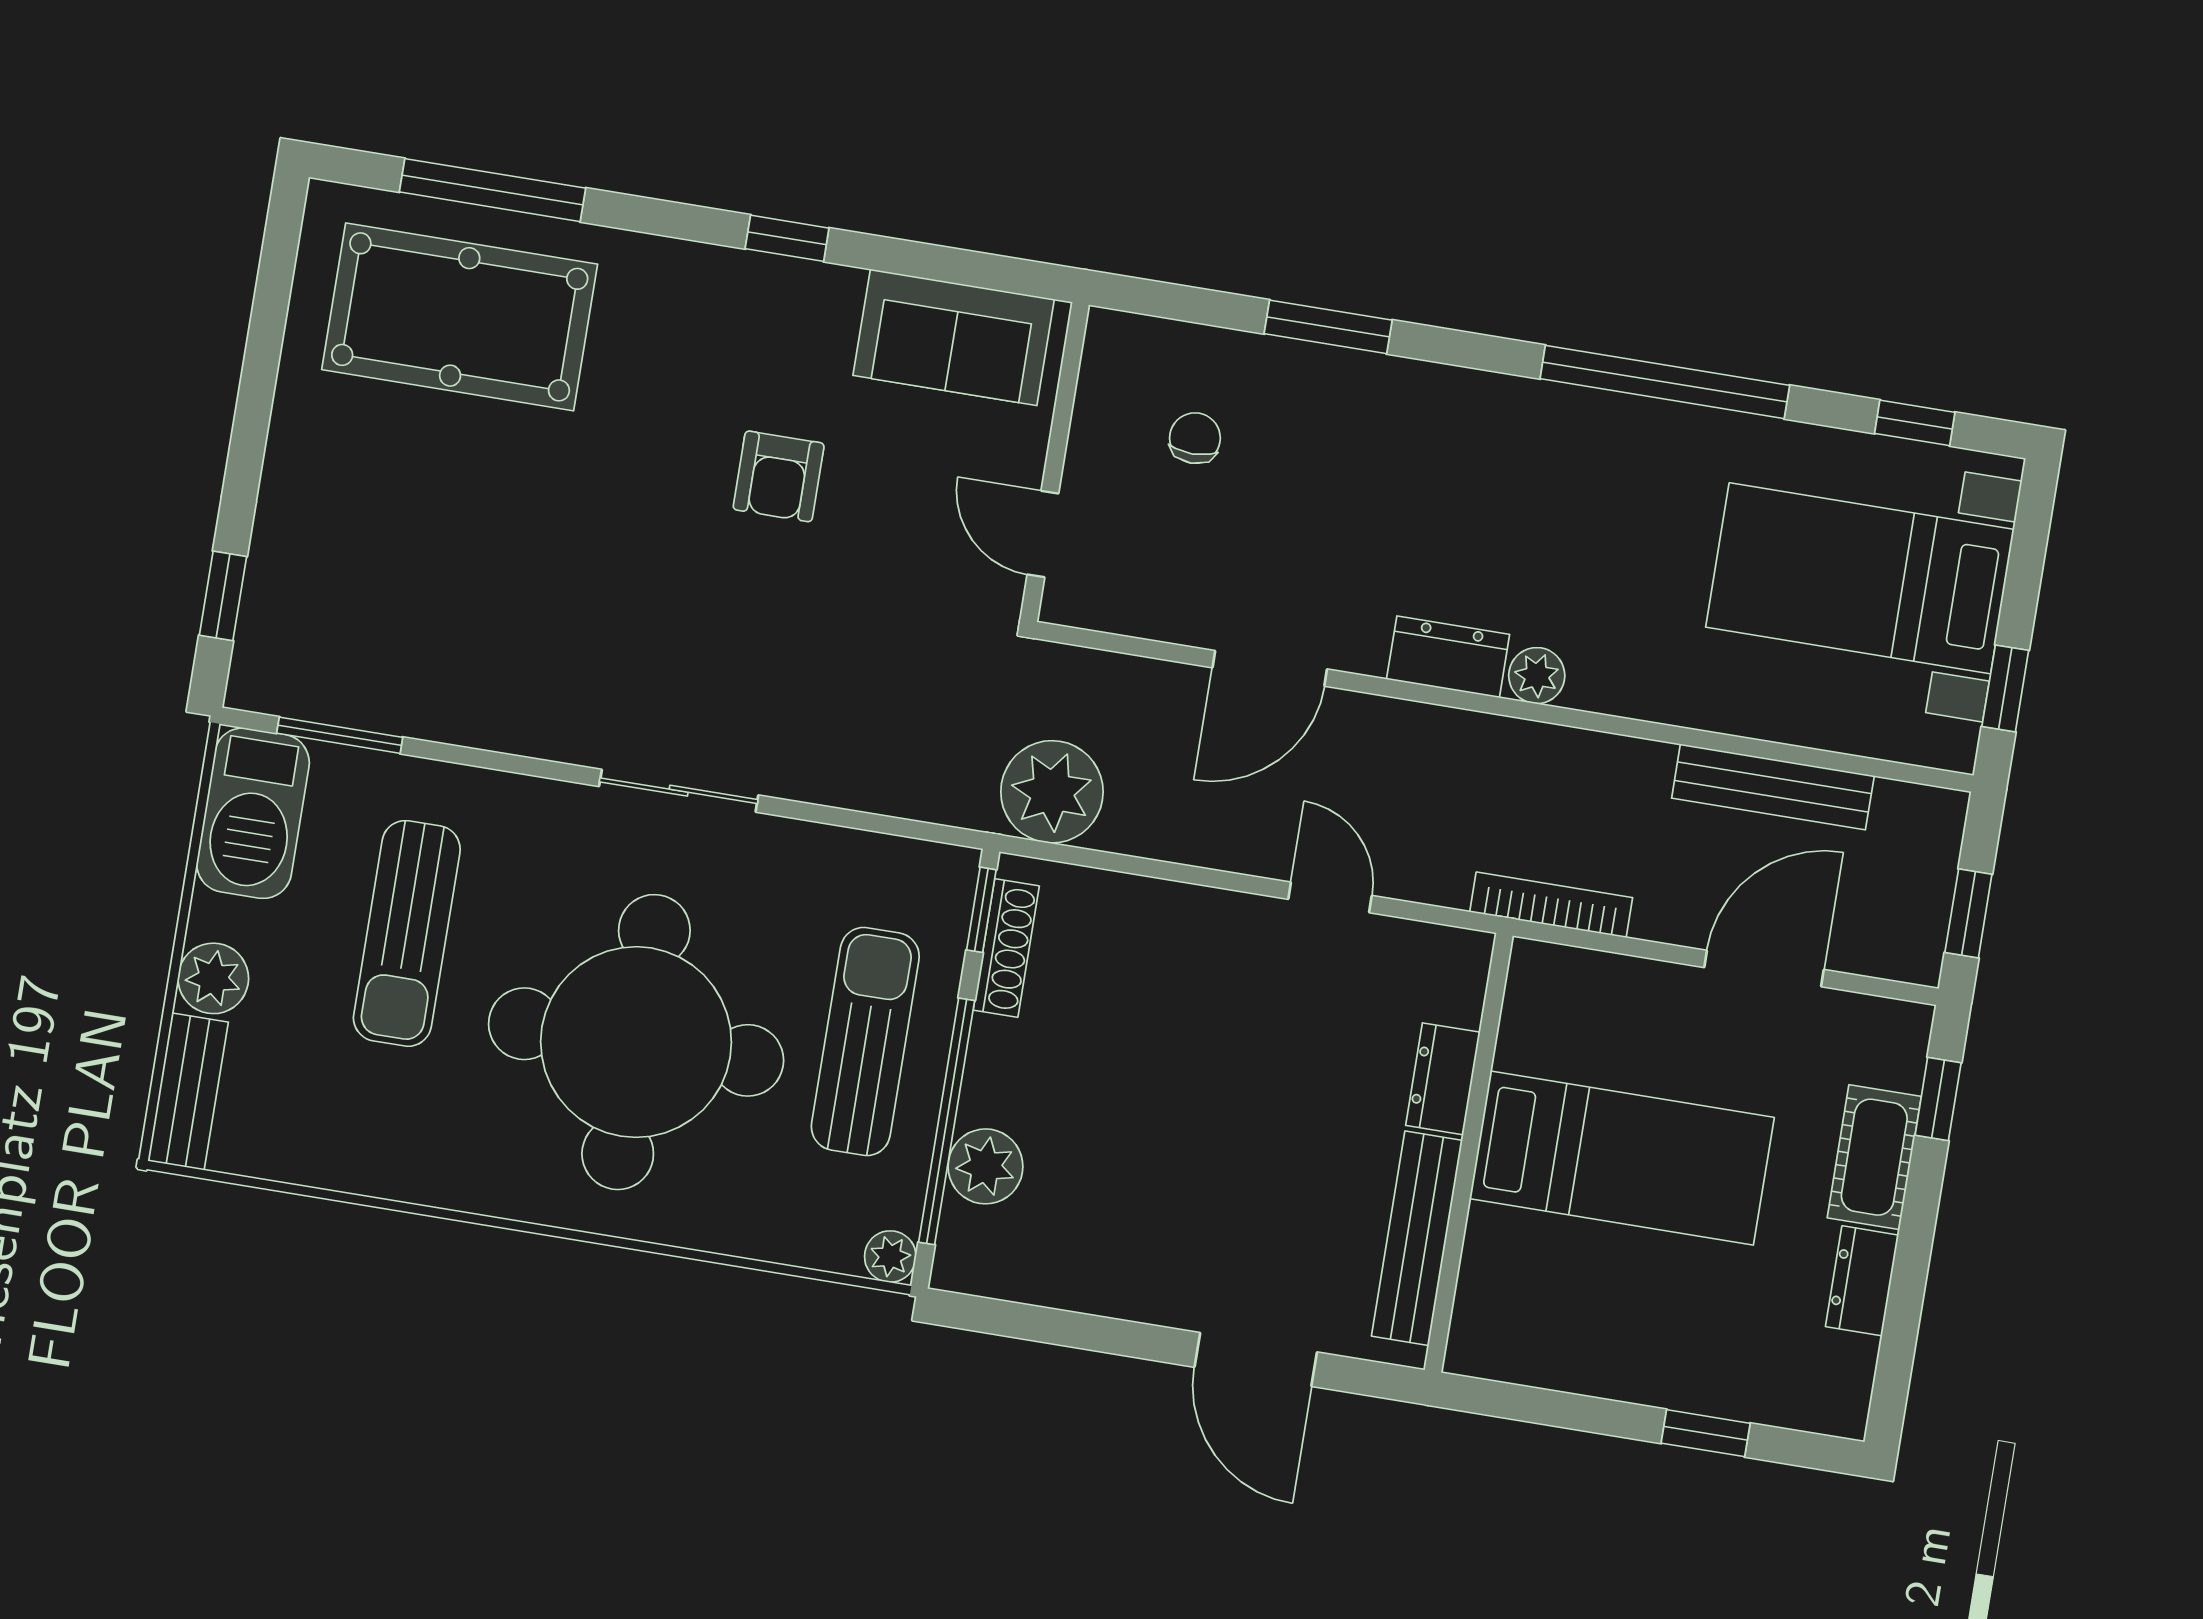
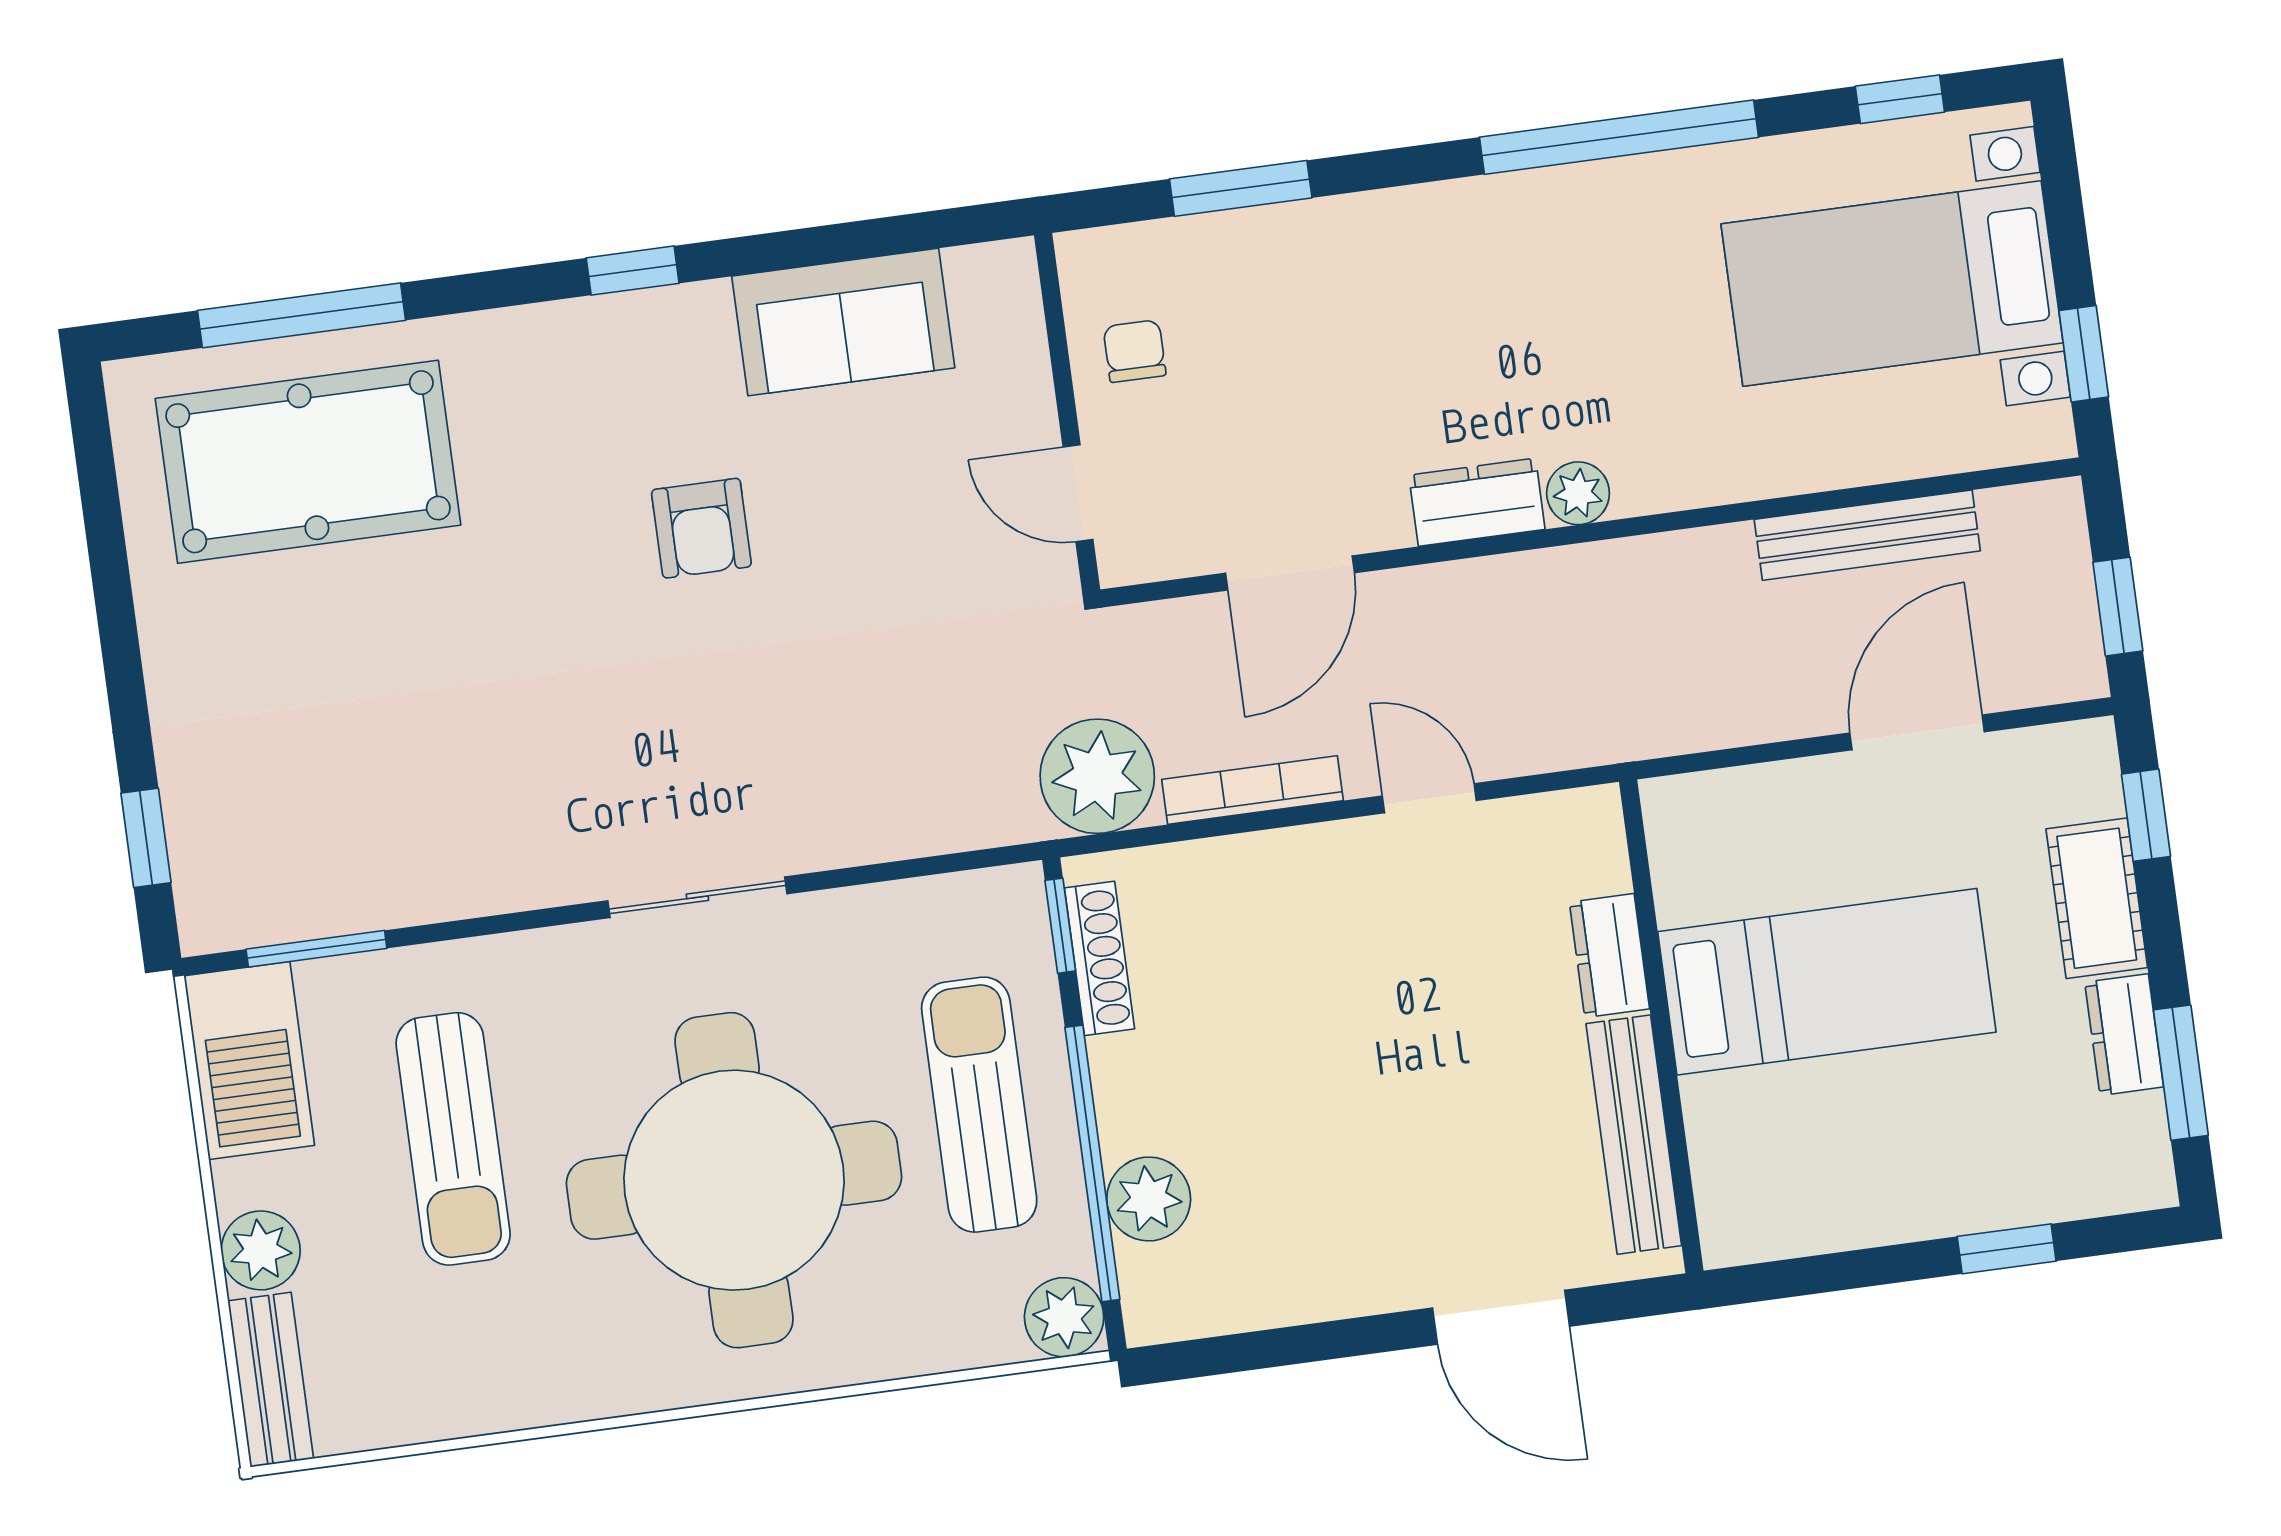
wall: (1055, 462) -> (1067, 412), moved
door: (1043, 534) -> (1078, 493), moved
bookcase: (1551, 905) -> (1253, 790), moved
plant: (890, 1256) -> (1064, 1317), width x1.38, depth x1.38
window: (1901, 1328) -> (2181, 1073), added

